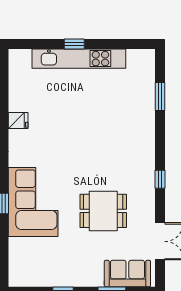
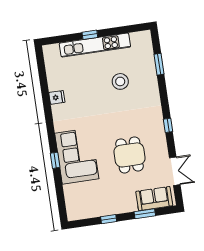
stool: (105, 112) -> (120, 81), added
dining table: (103, 211) -> (130, 155), turned 90

